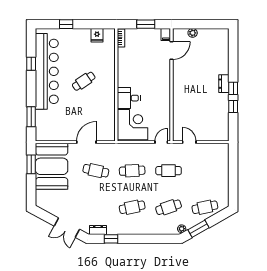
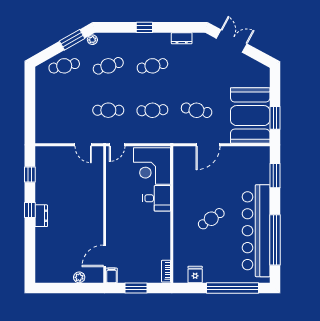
window: (66, 24) -> (233, 288), width x3.17
window: (31, 64) -> (275, 240), width x3.17
window: (233, 107) -> (30, 175), moved
dresser: (98, 230) -> (182, 38), moved
window: (111, 239) -> (144, 27), moved

